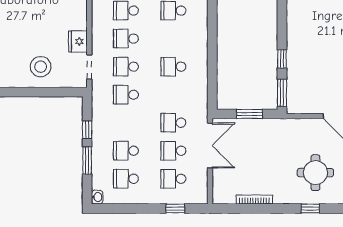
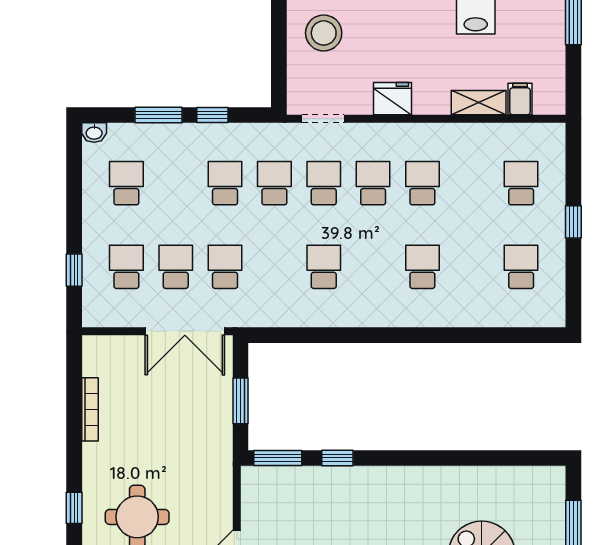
fridge: (78, 41) -> (393, 99), moved
school desk: (126, 151) -> (225, 183), moved

